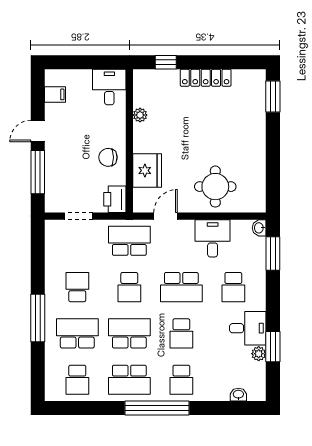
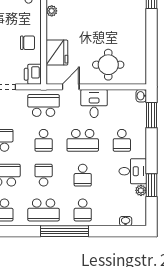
chair: (108, 157) -> (27, 43), turned 180
desk: (213, 238) -> (94, 104), moved
school desk: (129, 333) -> (44, 175), width x0.54

